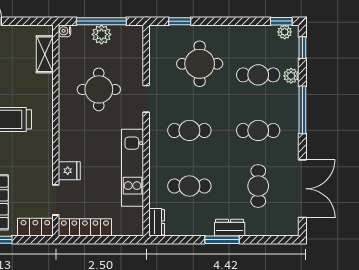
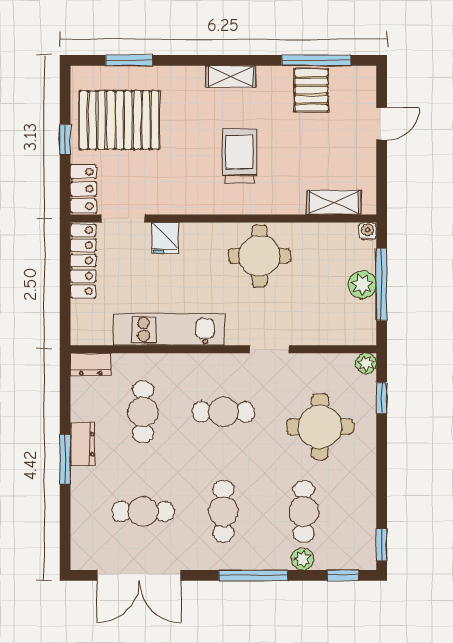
plant: (285, 32) -> (366, 363), moved
round table: (99, 89) -> (259, 256), moved
cafe table: (189, 130) -> (223, 412), turned 90
dresser: (230, 228) -> (83, 444), moved

